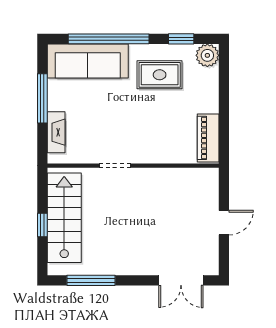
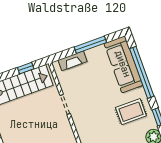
rug: (160, 75) -> (131, 112), turned 90
window: (42, 225) -> (26, 68), moved

